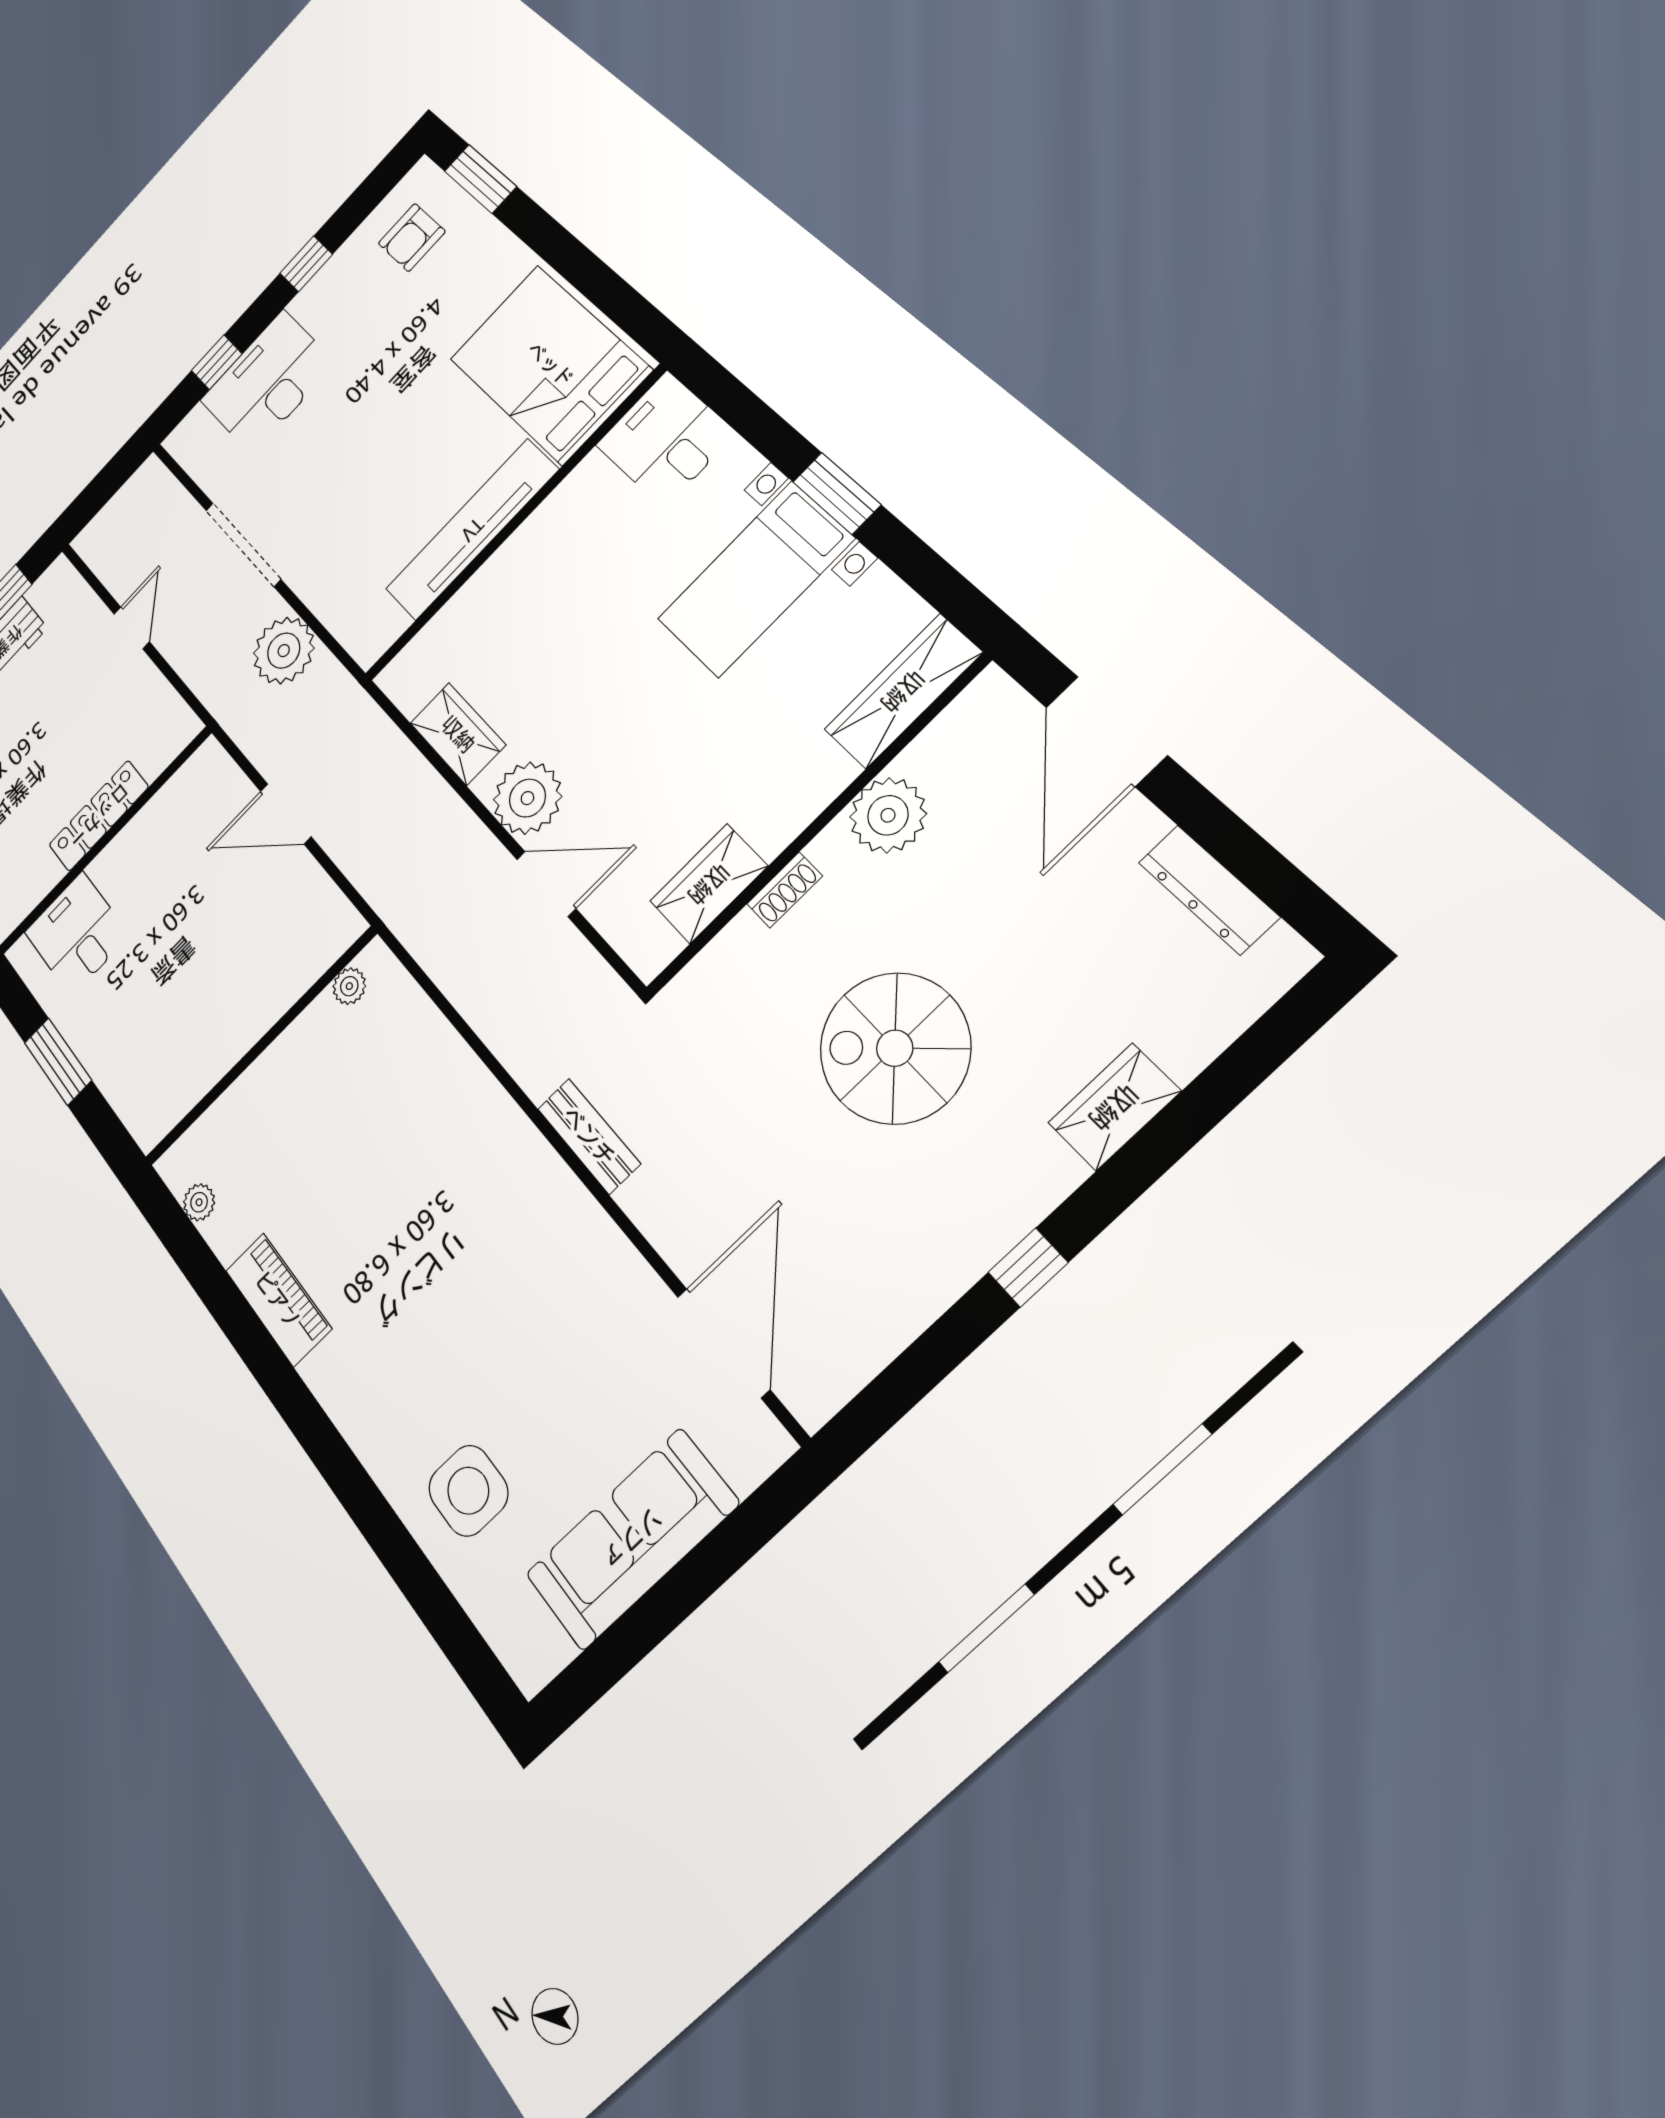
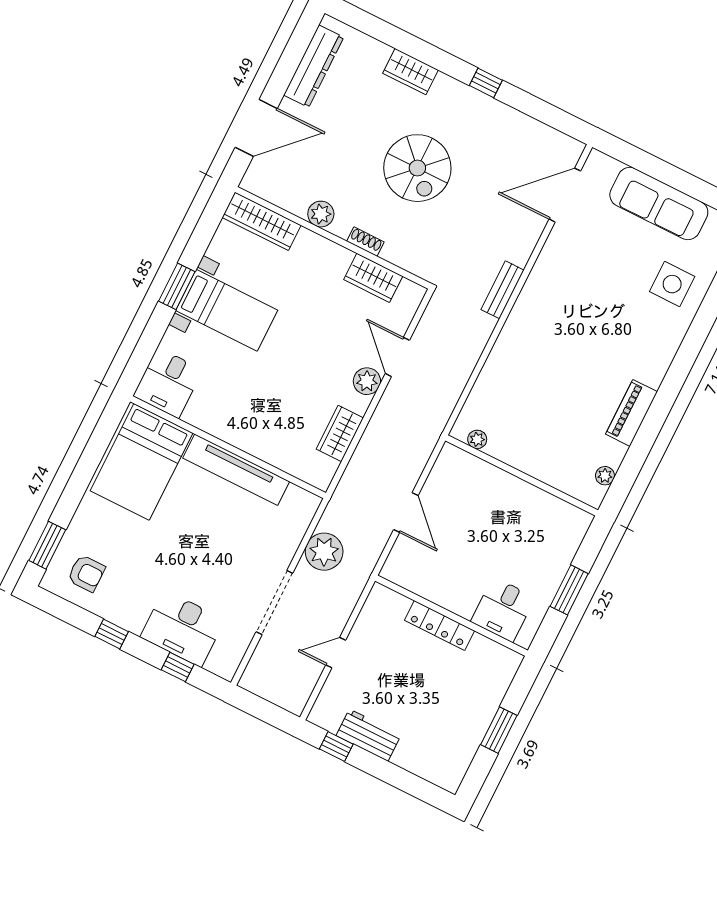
plant: (527, 798) -> (367, 381), width x0.73, depth x0.73
plant: (888, 815) -> (321, 214), width x0.73, depth x0.73
dresser: (1209, 890) -> (314, 66), width x1.37, depth x1.24

